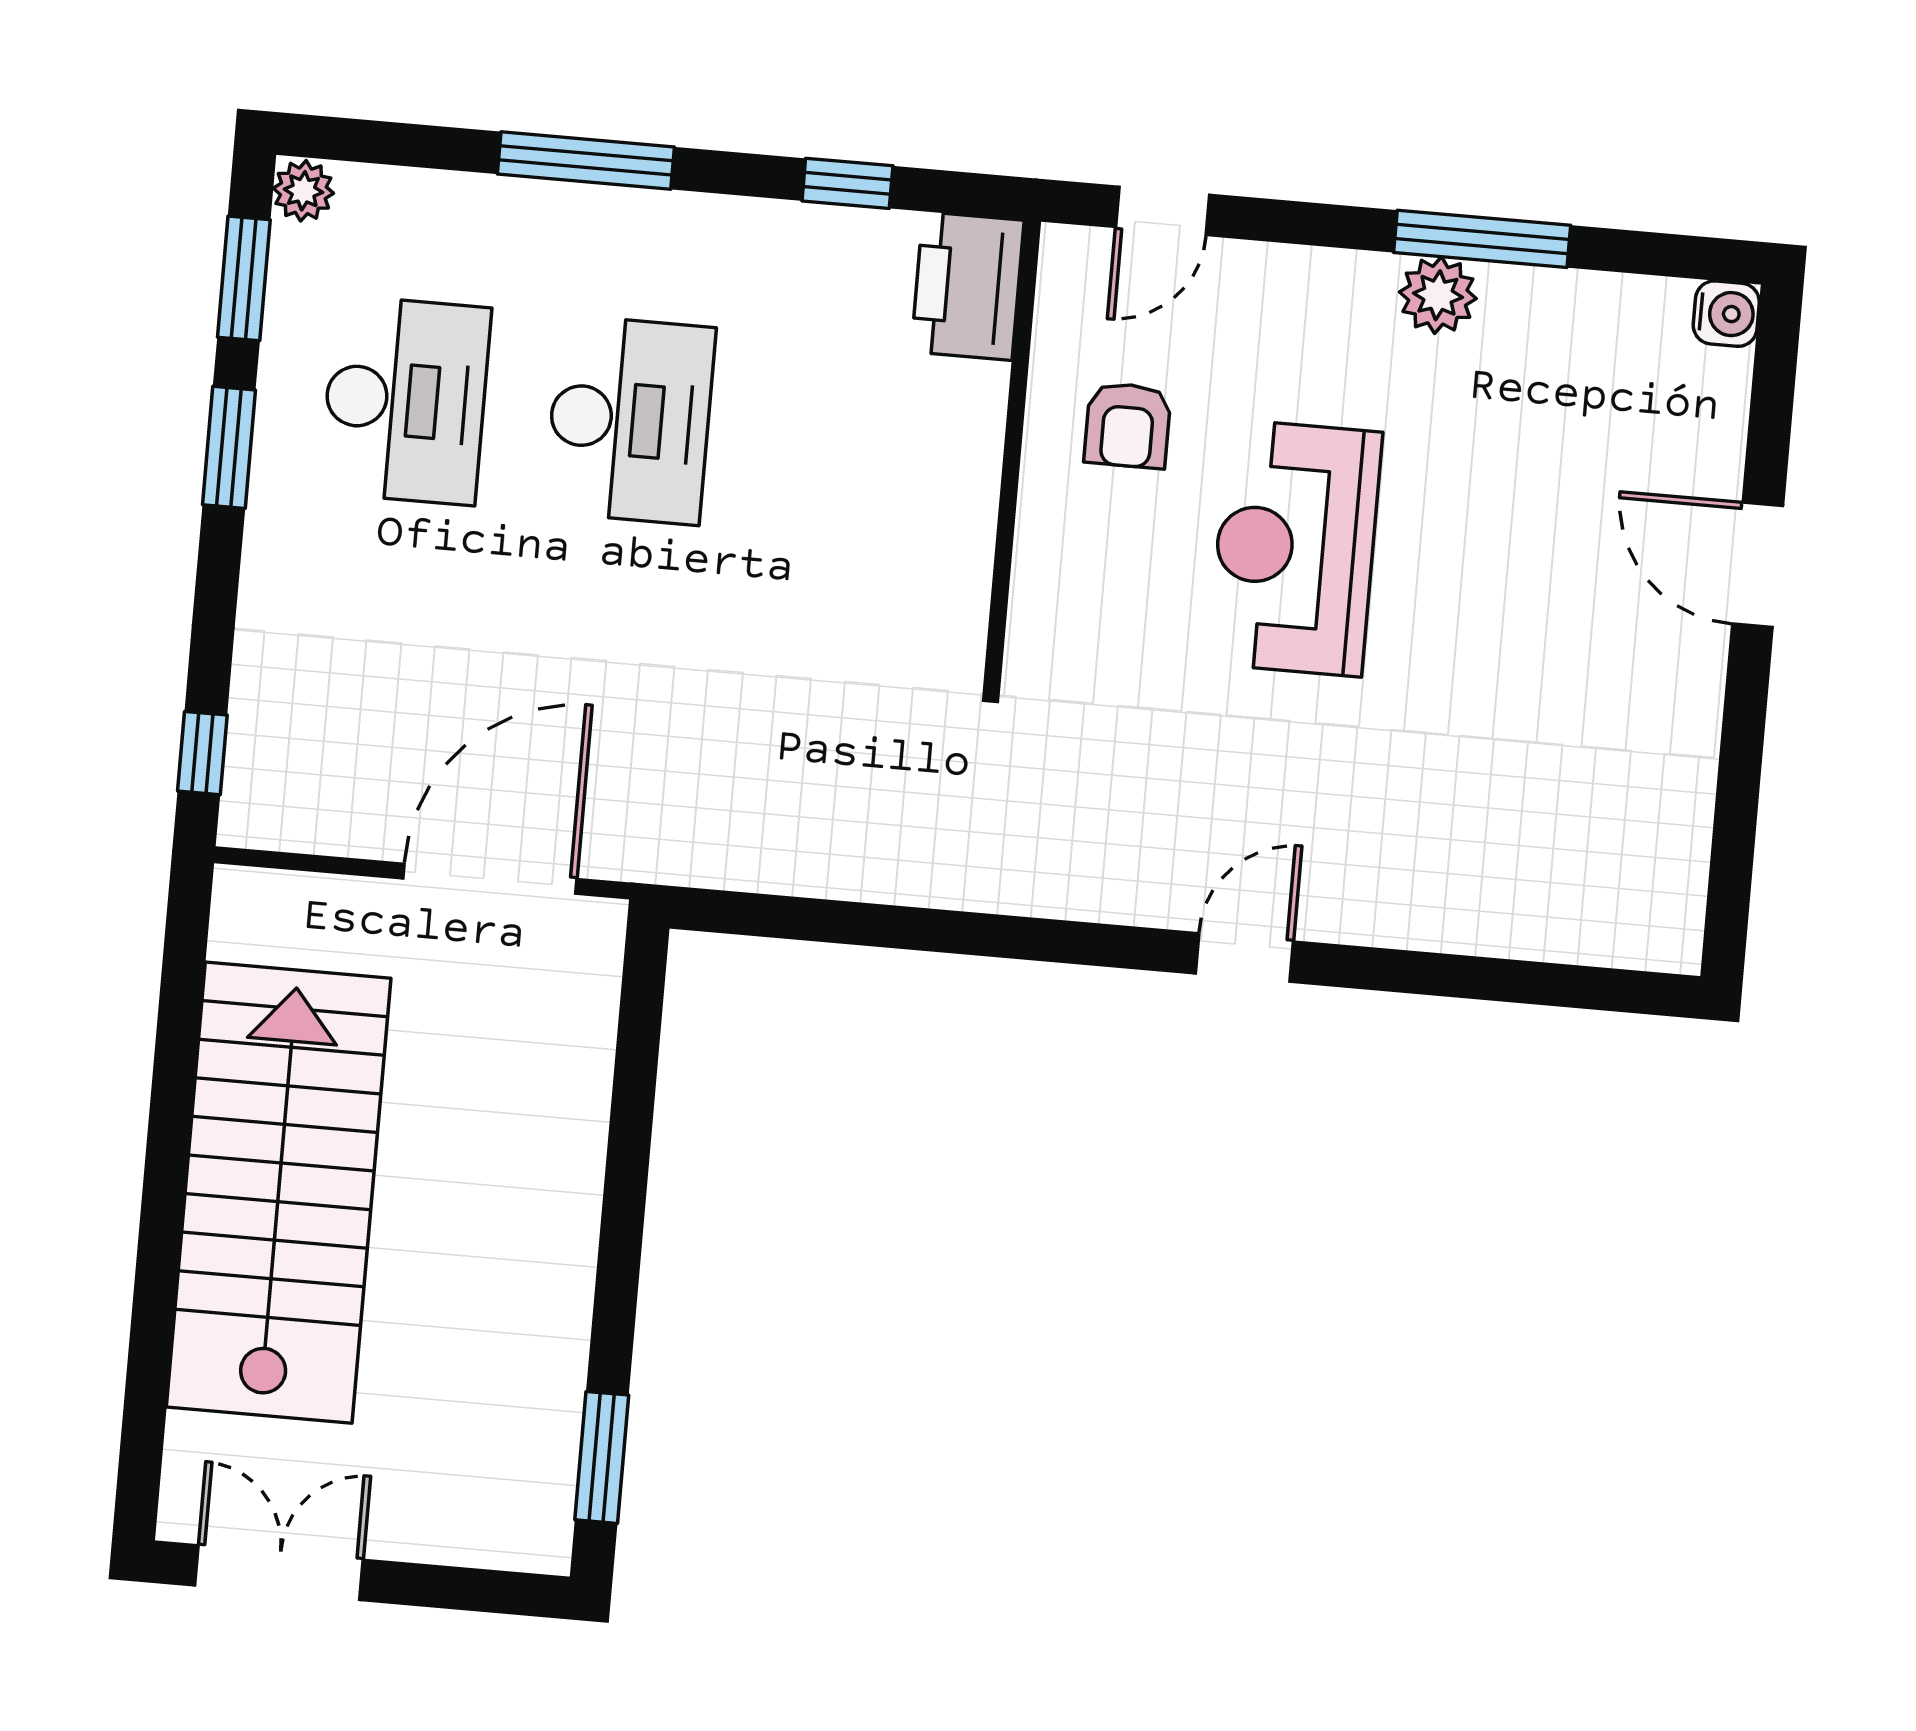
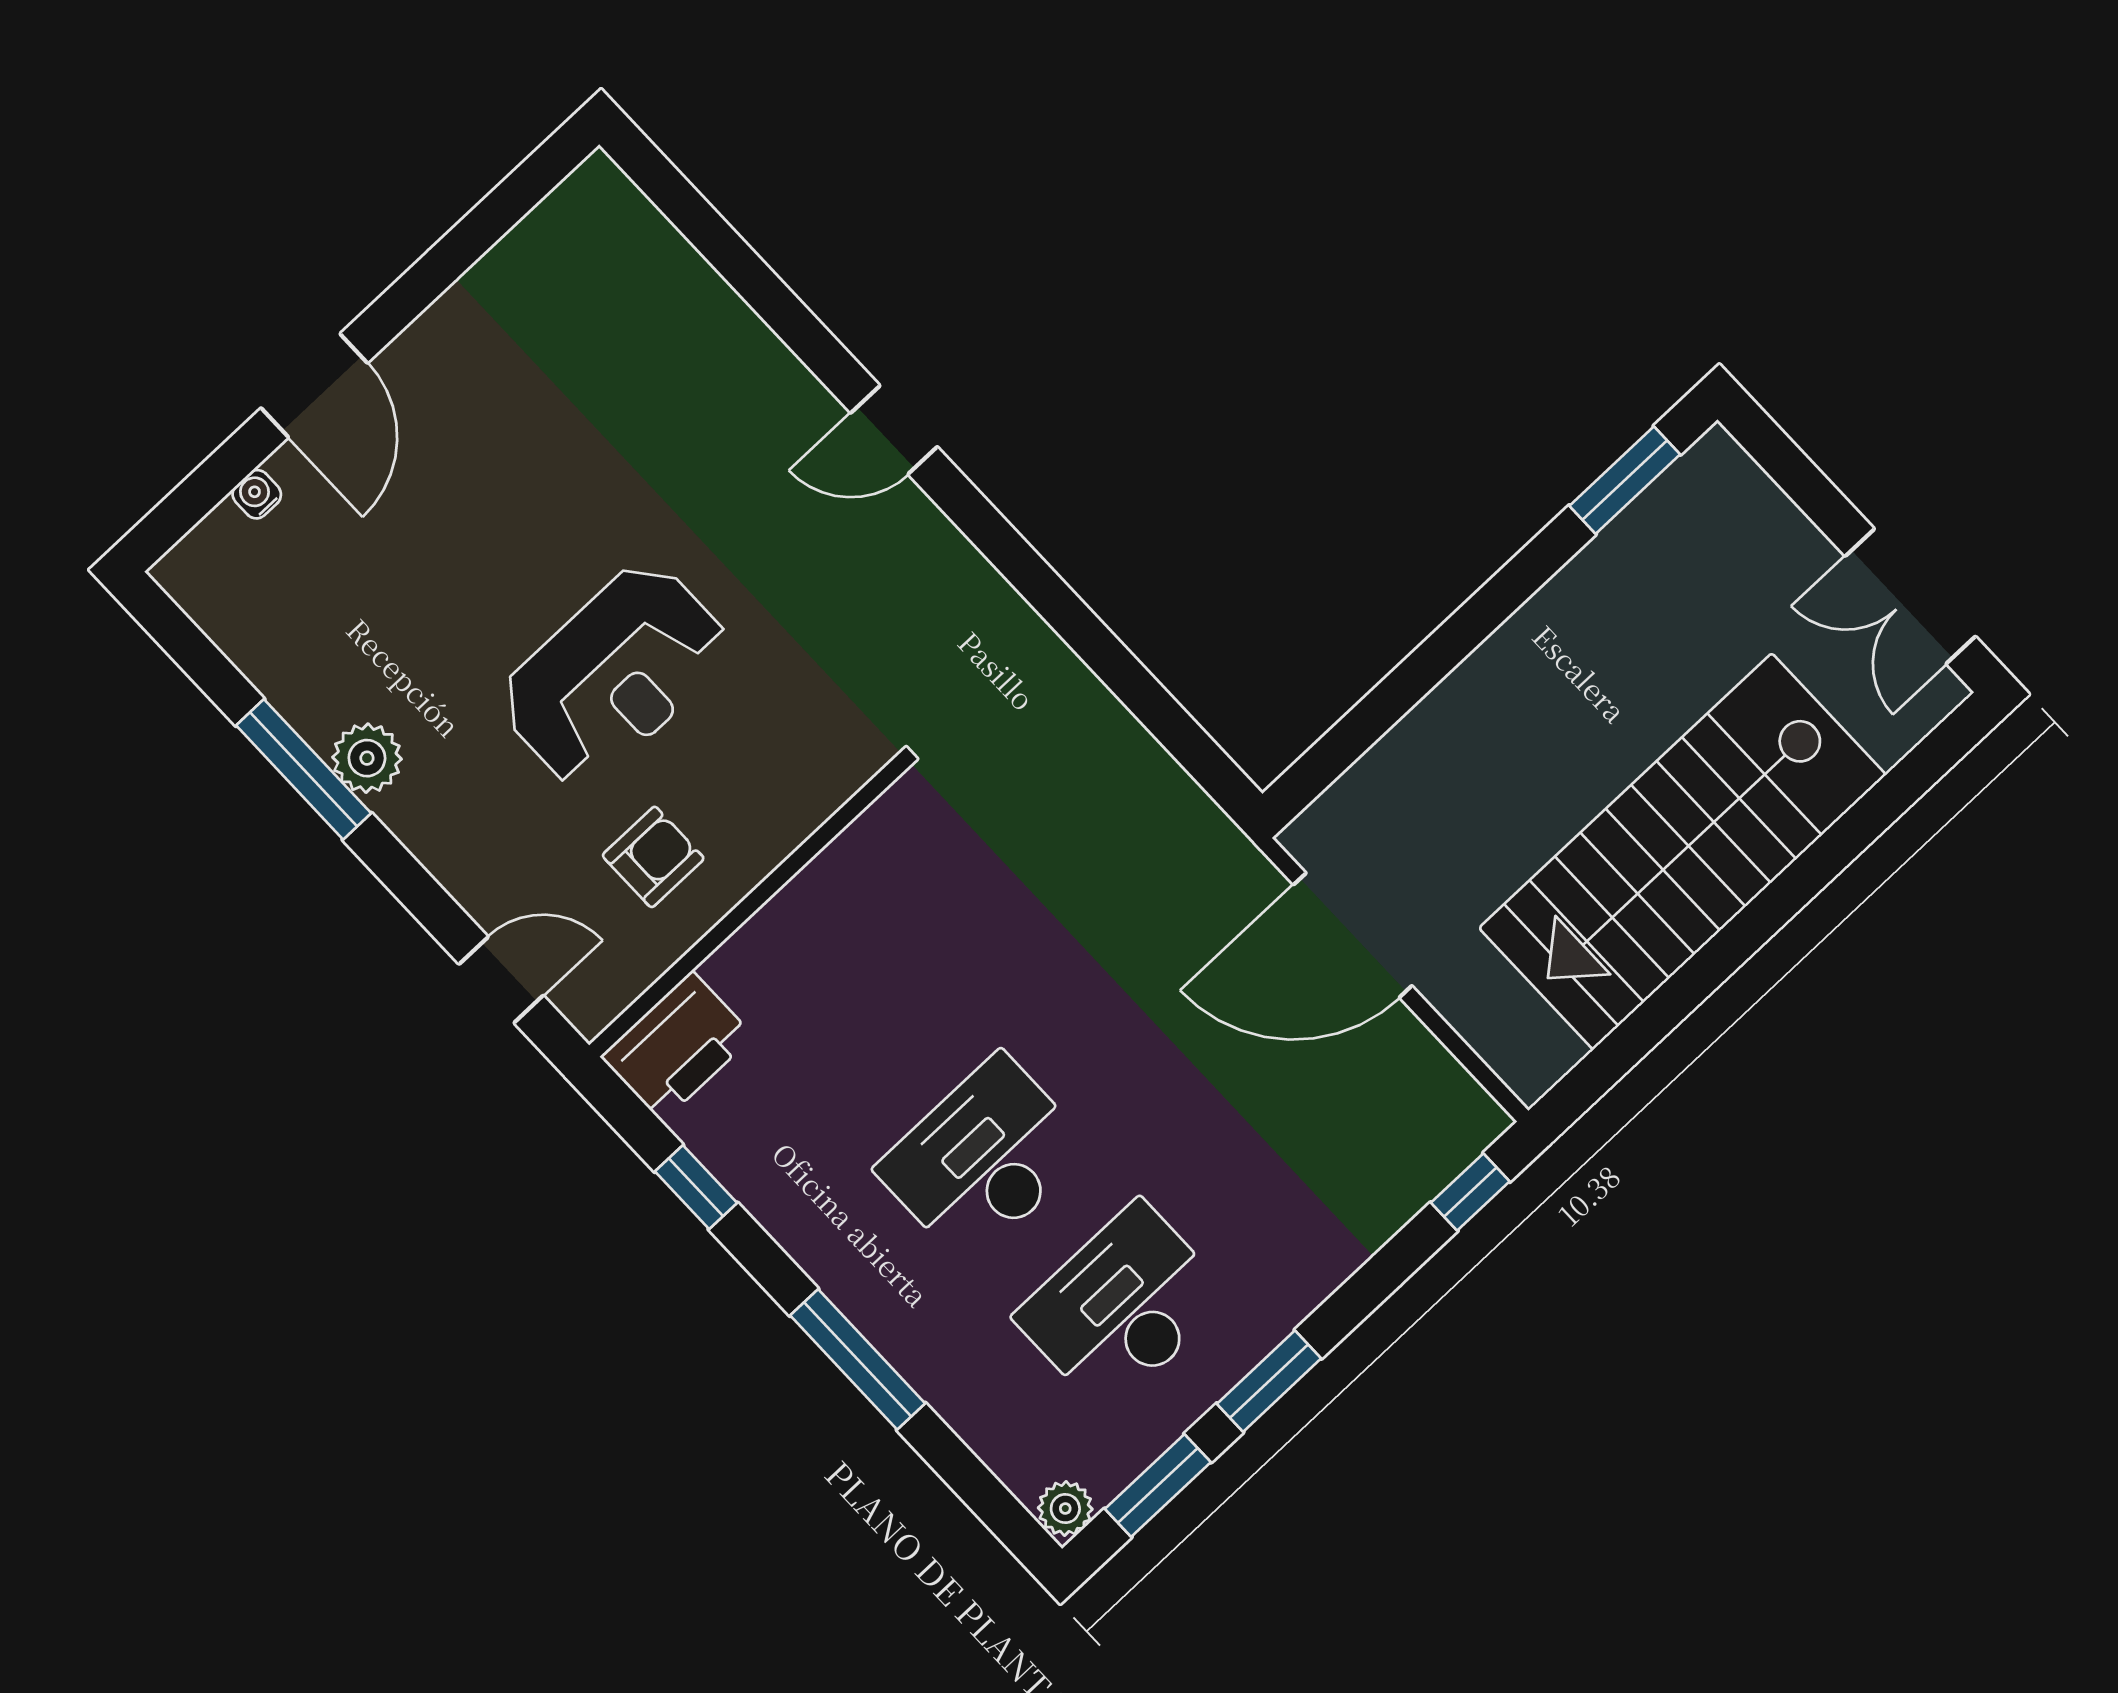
water cooler: (1726, 314) -> (257, 494), moved, width x0.72, depth x0.72

